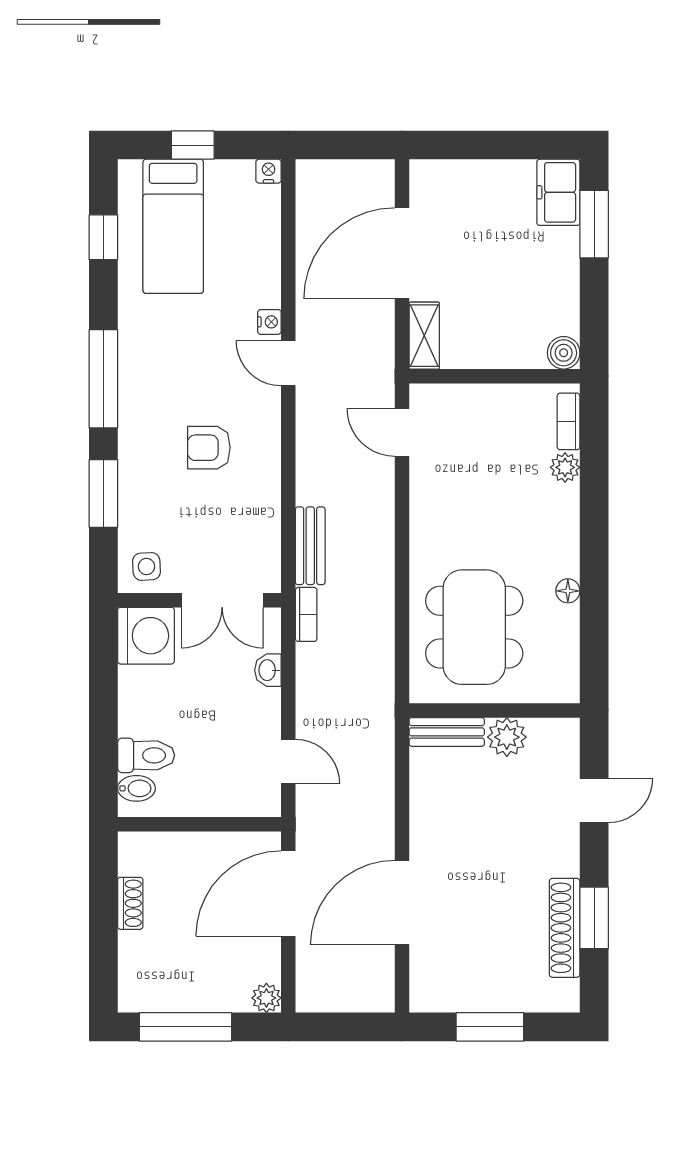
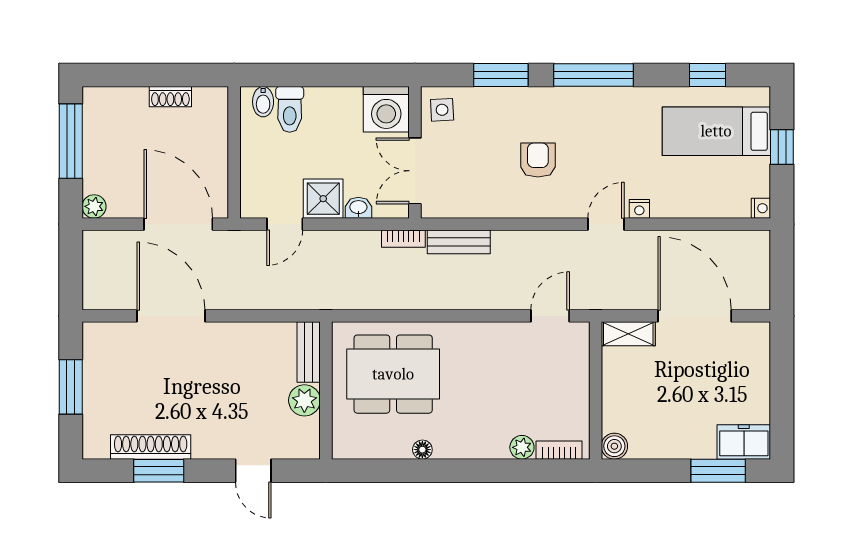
shower: (257, 714) -> (323, 199), added

